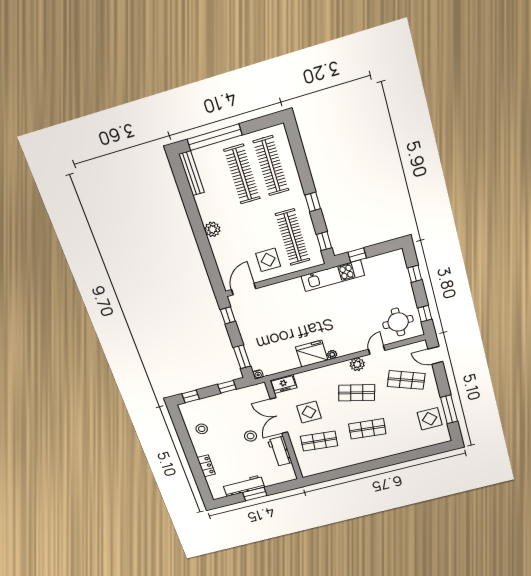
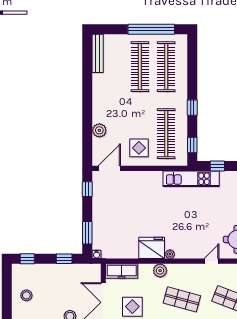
window: (215, 137) -> (151, 29), moved
plant: (212, 229) -> (99, 130), moved
plant: (357, 364) -> (160, 271), moved
freezer: (284, 384) -> (122, 271), width x1.40

